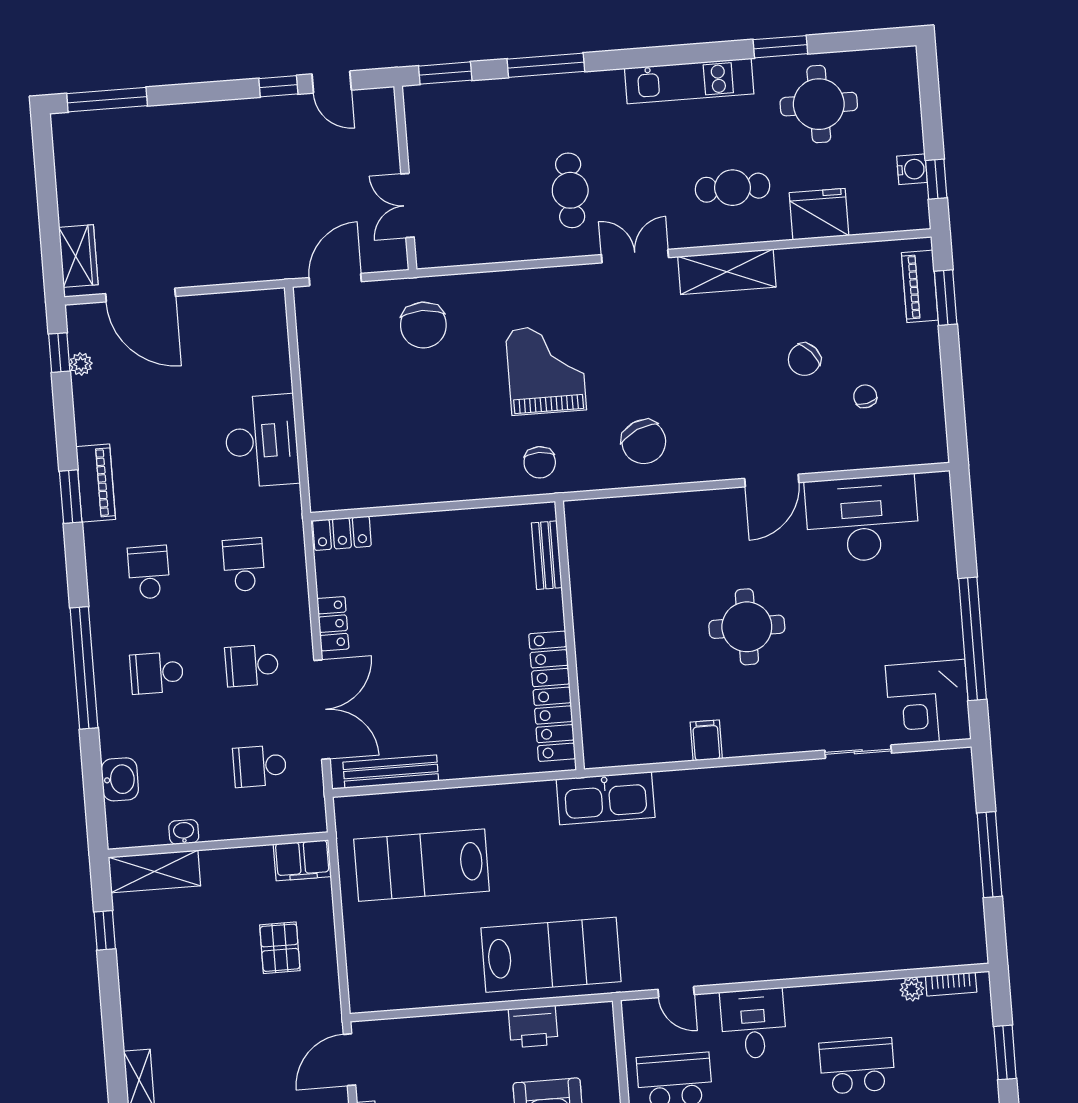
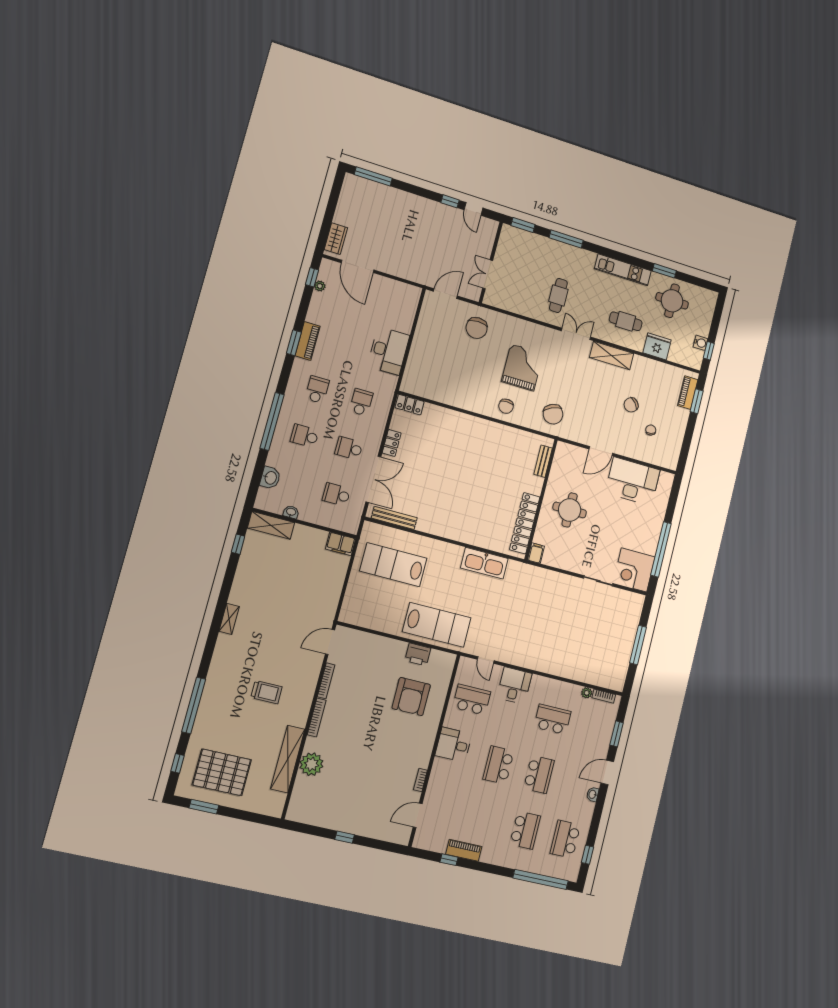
bench: (547, 555) -> (543, 461), moved
wall: (570, 635) -> (541, 499), moved
locker: (552, 696) -> (525, 523), moved
pallet: (280, 948) -> (316, 580), removed

